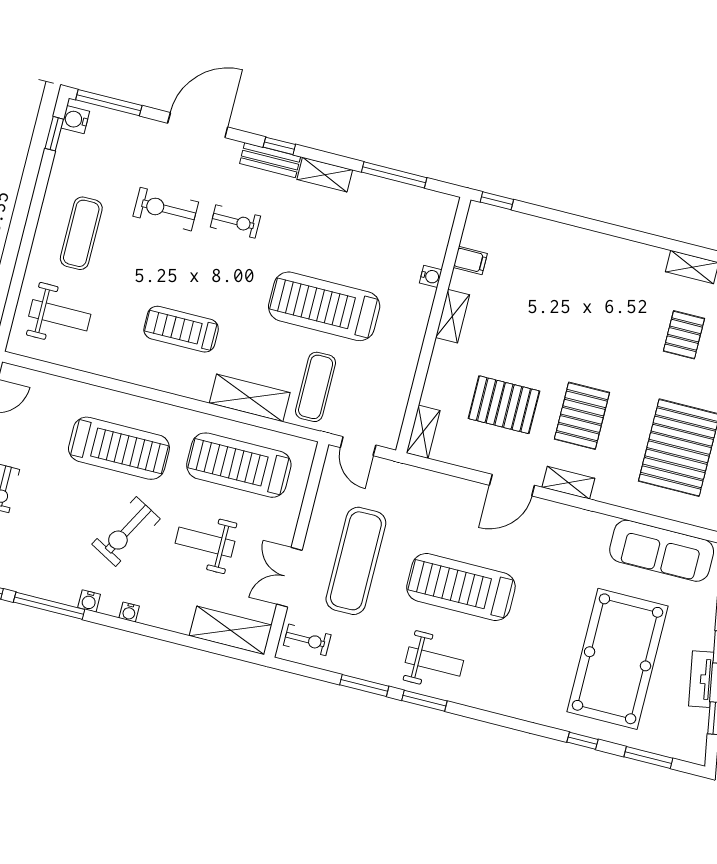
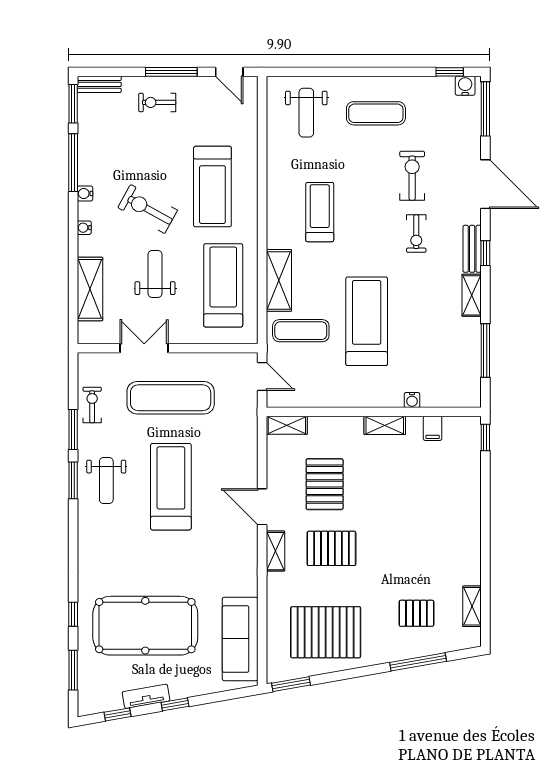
door: (358, 446) -> (262, 376), swing flipped
shelving: (231, 630) -> (90, 289), moved
exercise bike: (307, 640) -> (92, 405), moved, turned 180

